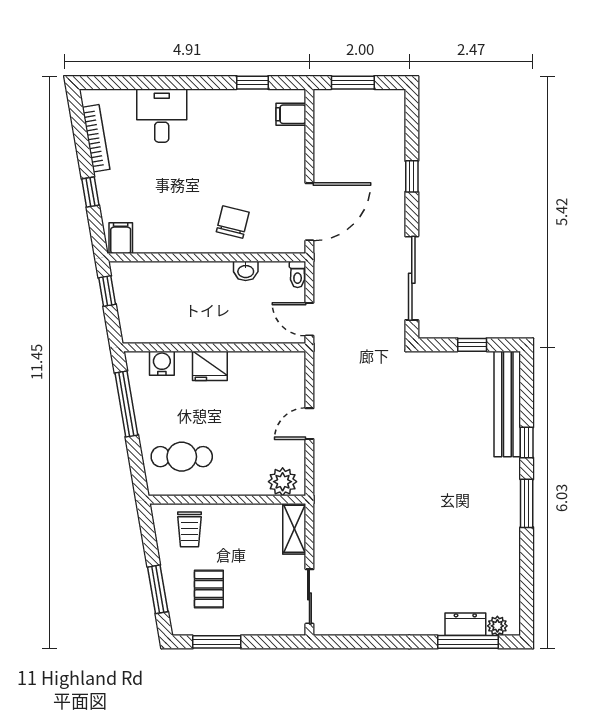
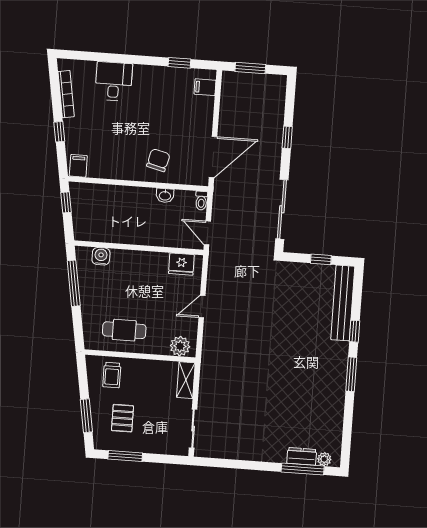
fridge: (210, 366) -> (181, 264), moved
cafe table: (182, 457) -> (124, 330), moved

